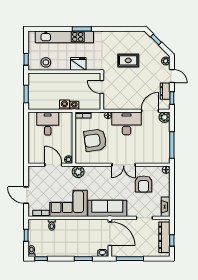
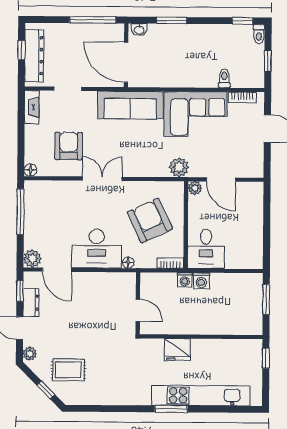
rug: (128, 60) -> (68, 370), moved
stool: (46, 62) -> (232, 353), removed
door: (150, 111) -> (57, 270), hinge flipped
desk: (48, 124) -> (206, 249), moved
armchair: (95, 140) -> (150, 220), turned -107

